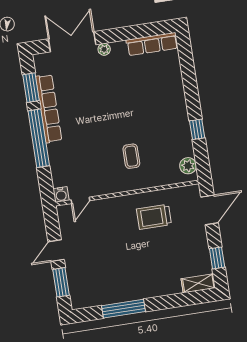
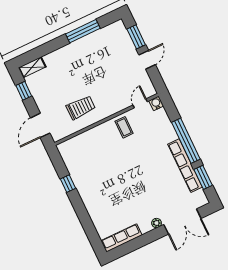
coffee table: (131, 156) -> (124, 127), moved
plant: (188, 166) -> (67, 154), removed

